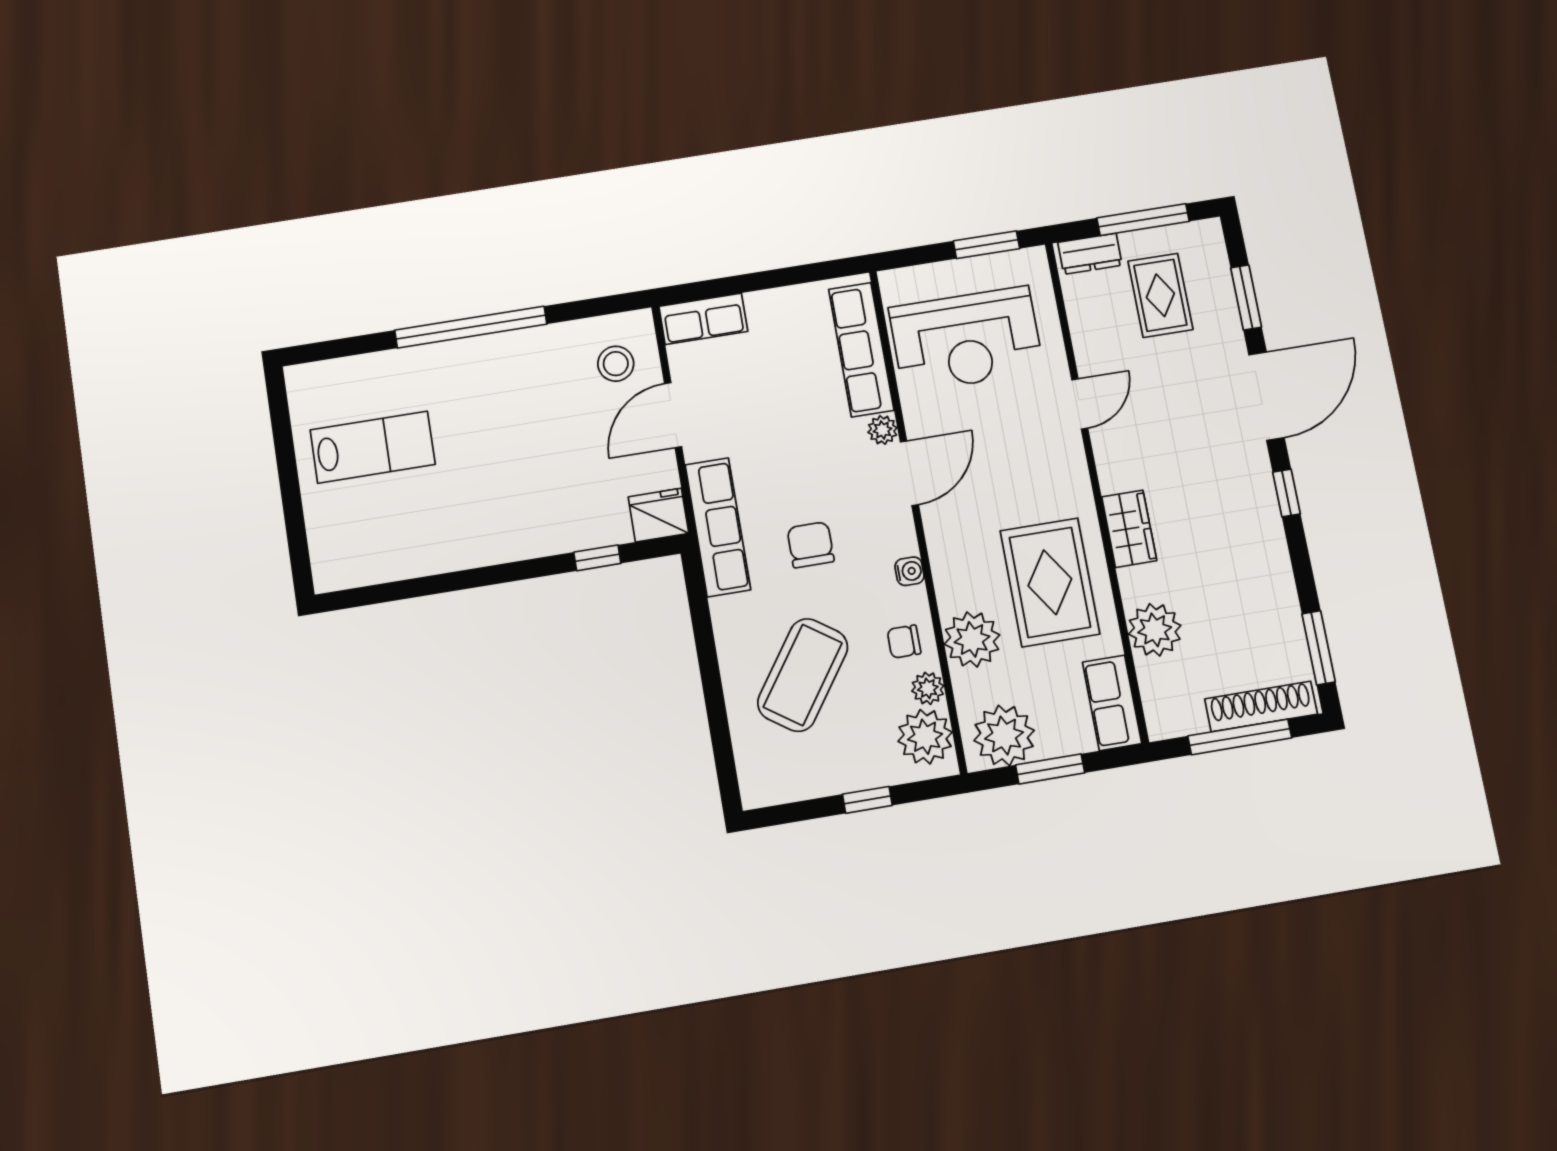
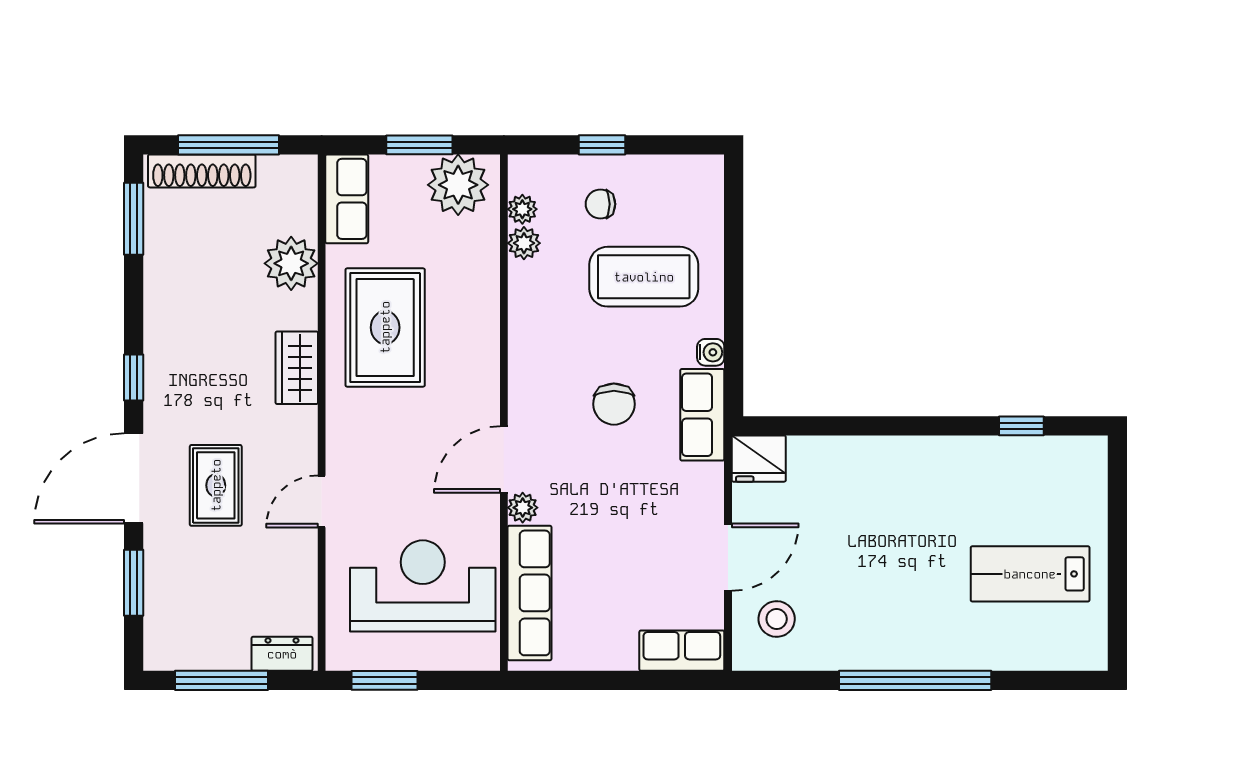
rug: (1160, 295) -> (216, 485), moved
row of seats: (718, 527) -> (702, 415), width x0.68
window: (597, 558) -> (1021, 426), moved
water cooler: (910, 571) -> (711, 352), moved, turned 180
plant: (972, 639) -> (472, 284), removed
chair: (904, 642) -> (600, 204), moved, turned 180
coffee table: (803, 675) -> (644, 277), turned 55
plant: (925, 737) -> (522, 209), width x0.53, depth x0.53

